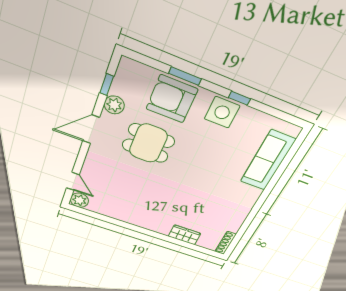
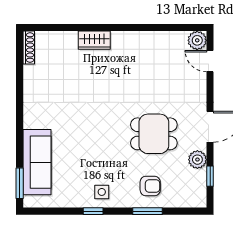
armchair: (172, 99) -> (150, 186), width x0.53, depth x0.53
side table: (222, 112) -> (102, 192), width x0.54, depth x0.54
window: (294, 150) -> (20, 183), added
wardrobe: (184, 235) -> (94, 40), moved

